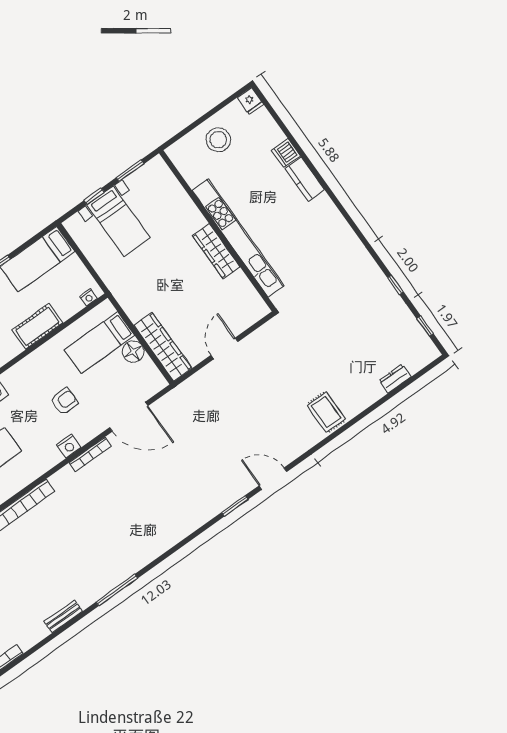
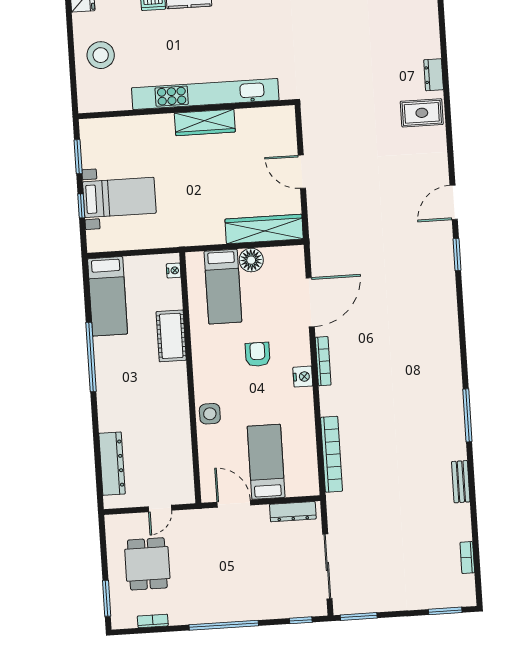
dresser: (395, 379) -> (434, 75), moved

